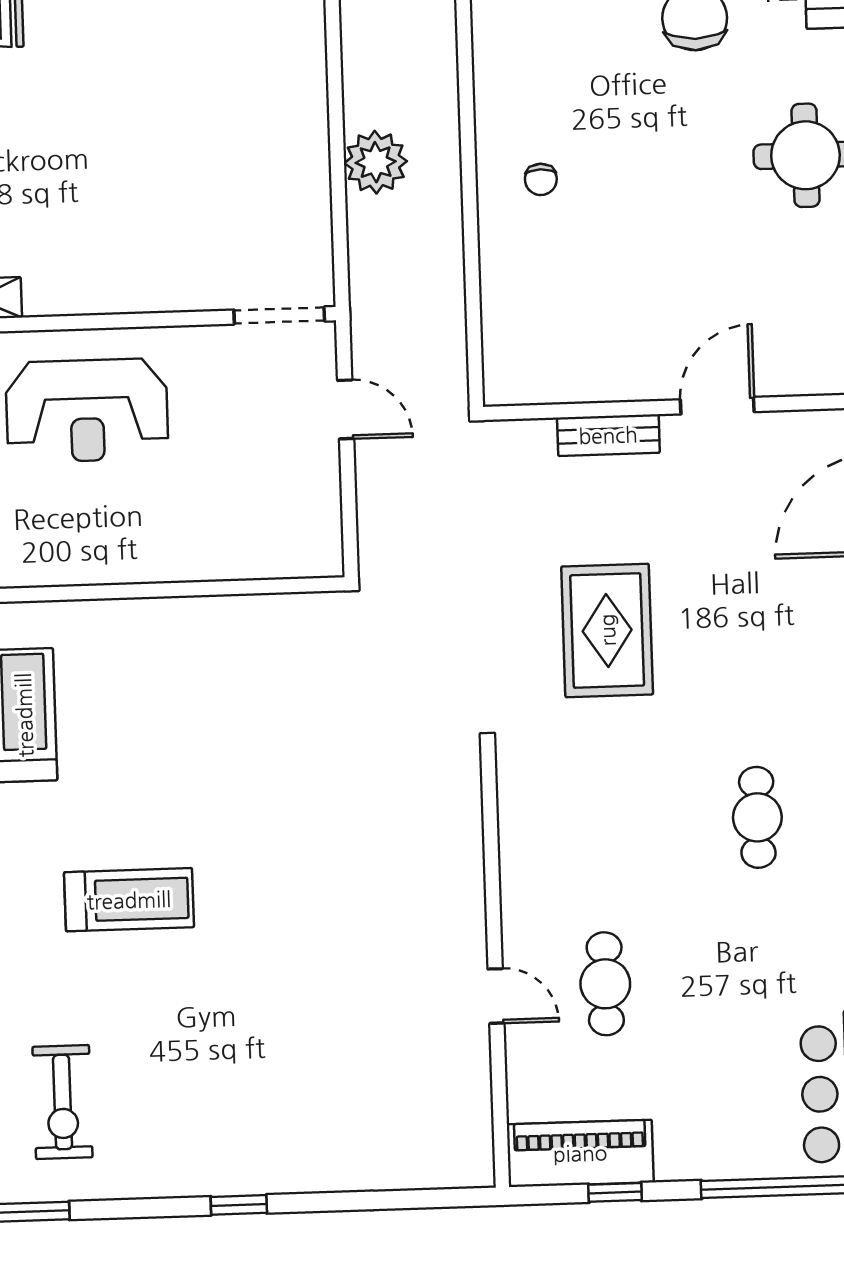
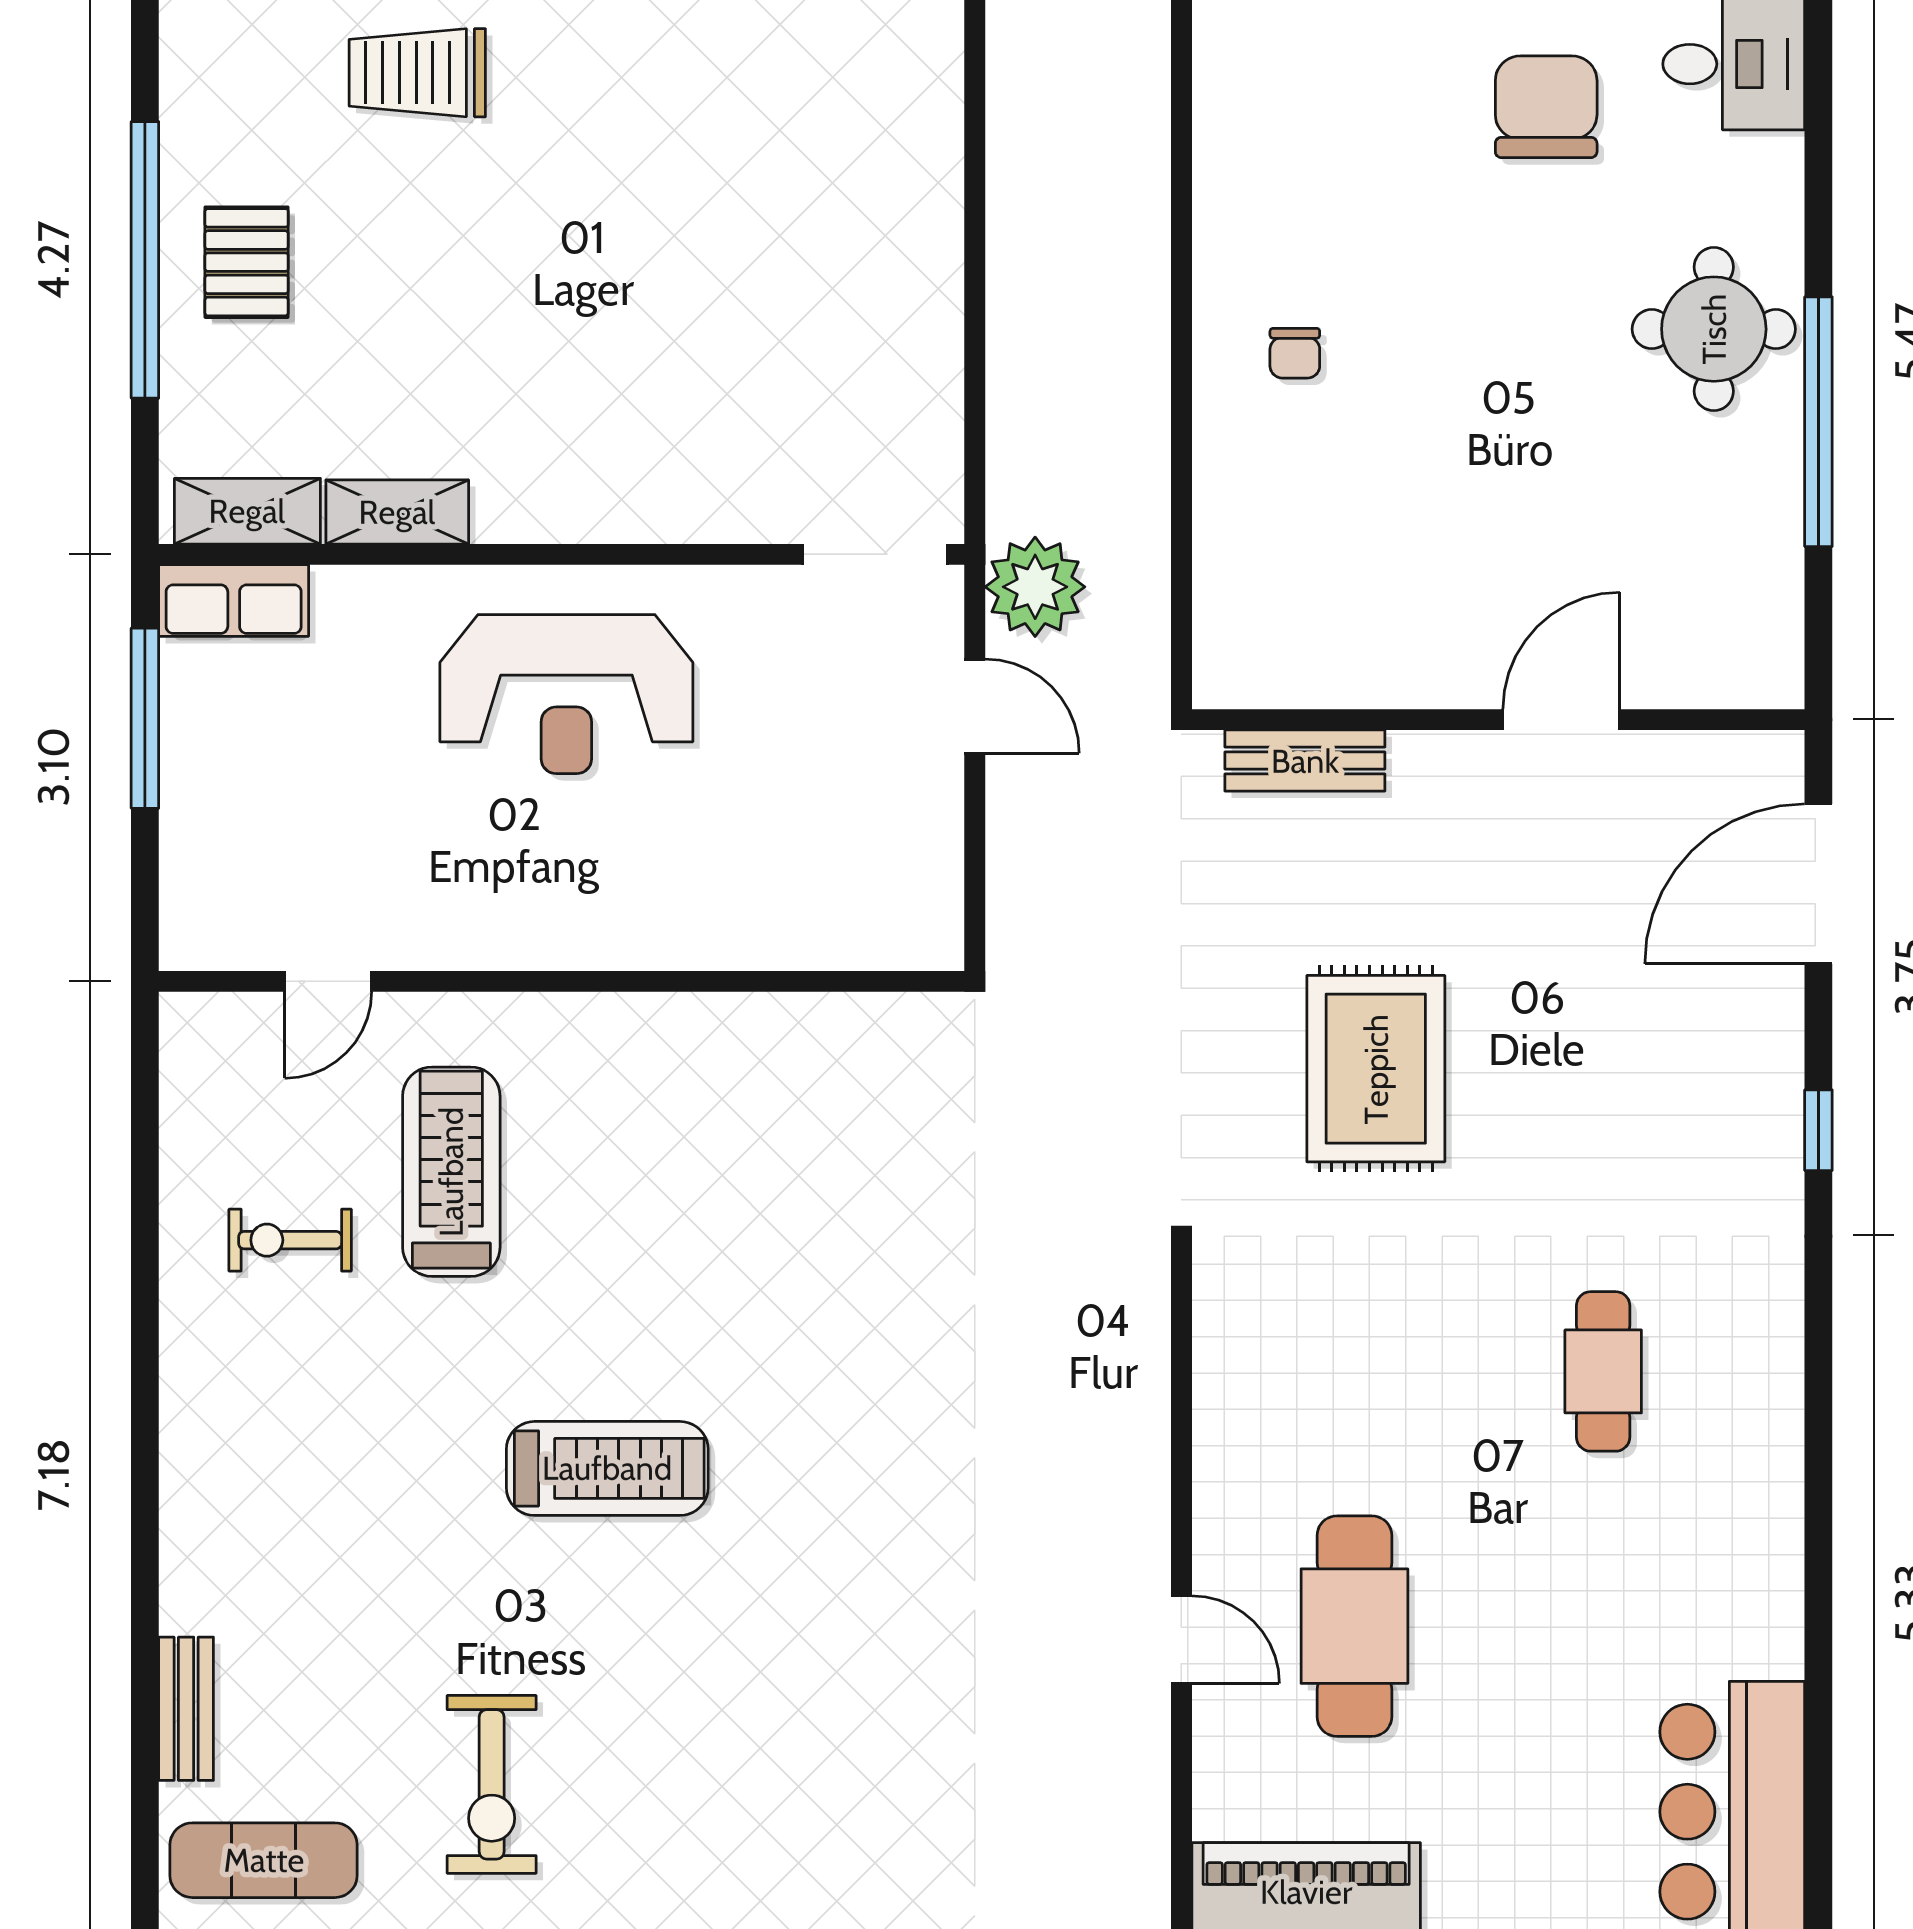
plant: (376, 162) -> (1035, 587), moved
bench: (608, 435) -> (1305, 761), moved
cafe table: (605, 984) -> (1354, 1626), width x1.37, depth x1.35

